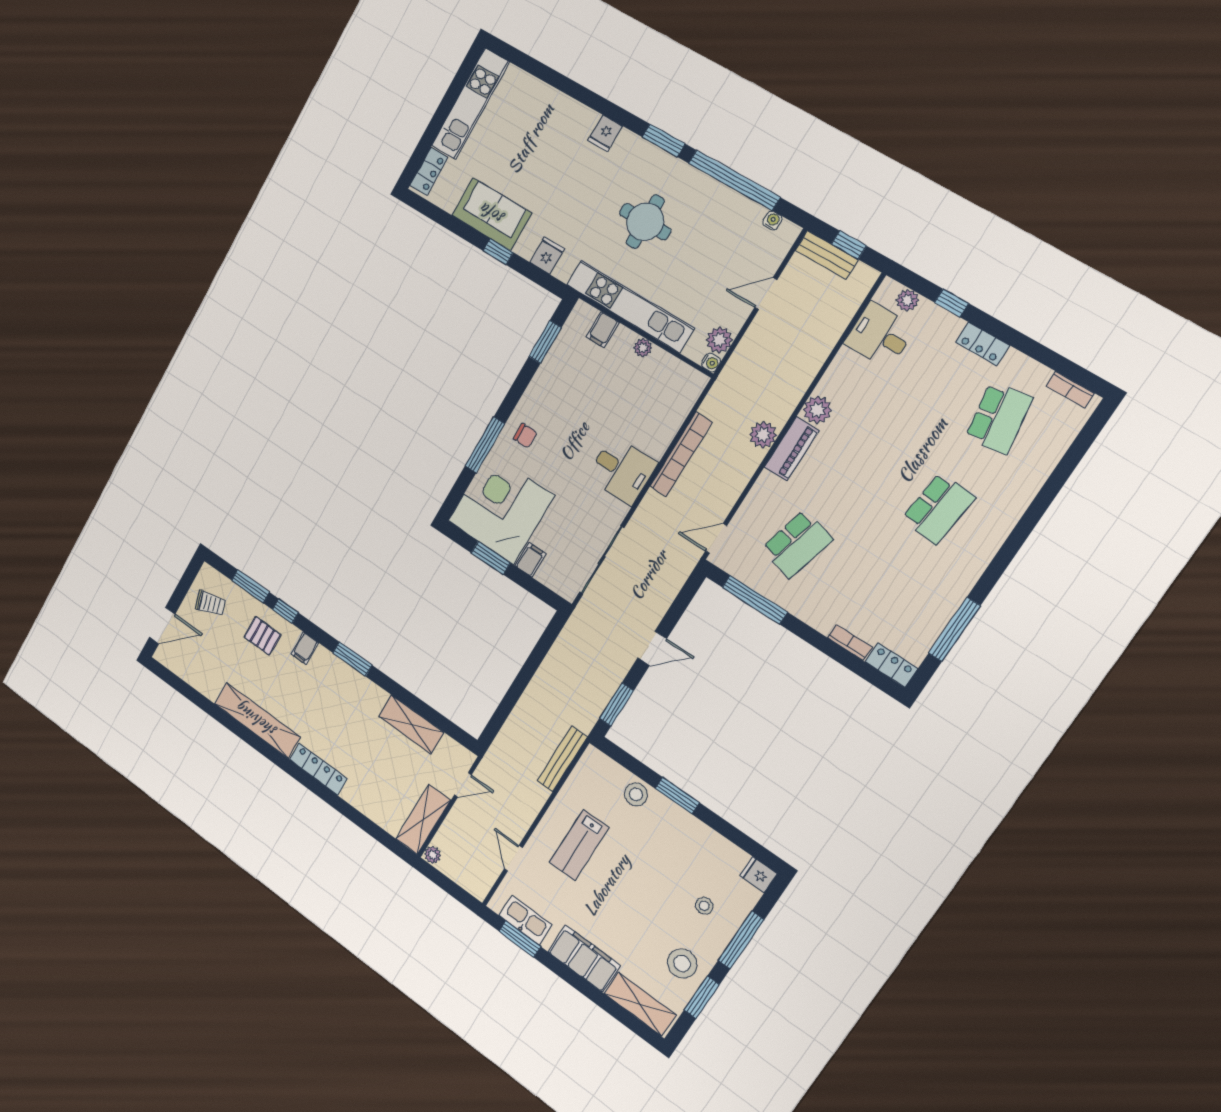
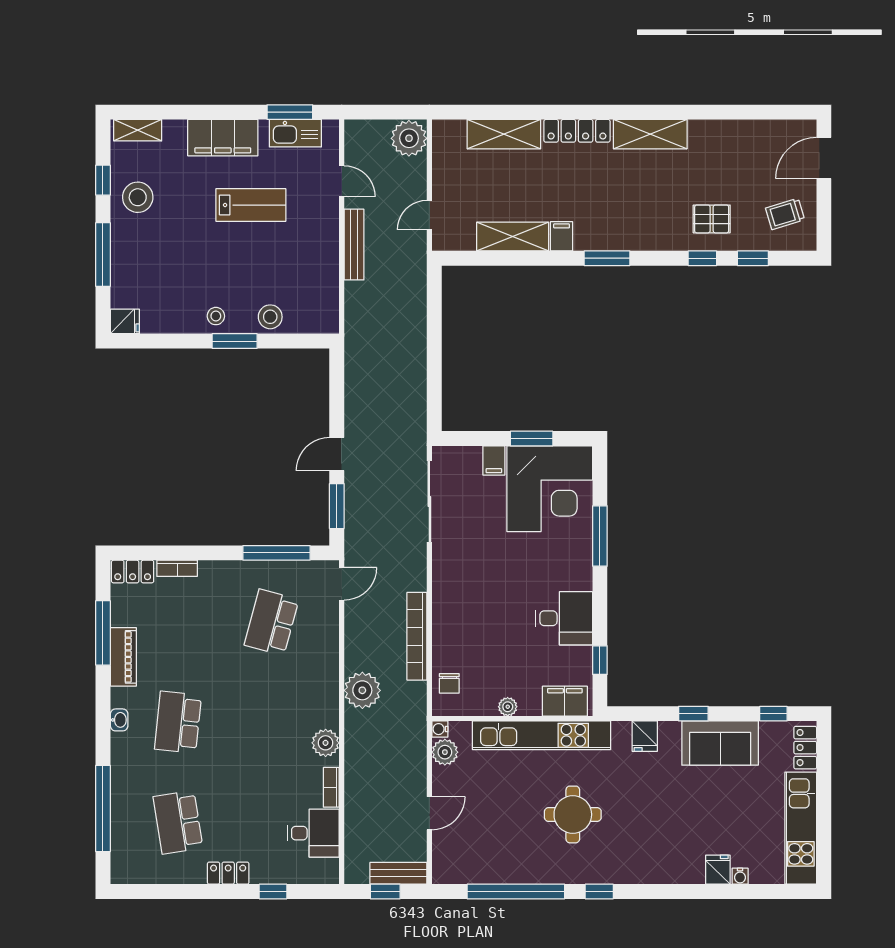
fridge: (605, 133) -> (718, 870), moved
window: (664, 140) -> (599, 891), width x0.67
window: (437, 215) -> (773, 714), added
water cooler: (772, 221) -> (740, 876), moved
plant: (907, 300) -> (309, 874), removed
filing cabinet: (603, 330) -> (565, 701), width x2.00
window: (545, 342) -> (600, 660), width x0.67
bookcase: (1070, 390) -> (331, 787), moved, turned -90
plant: (763, 435) -> (362, 690), width x1.36, depth x1.36
chair: (525, 436) -> (449, 683), moved, turned -90
piano: (792, 449) -> (123, 657), moved, turned 180
desk: (622, 470) -> (564, 618), moved, turned 180
window: (1062, 473) -> (103, 808), added
washbasin: (992, 544) -> (119, 720), added
window: (250, 586) -> (753, 258), width x0.67
filing cabinet: (305, 648) -> (562, 236), moved
window: (616, 704) -> (337, 506), moved
shelving: (257, 720) -> (650, 134), width x0.68
bench: (562, 759) -> (354, 245), moved
shelving: (423, 820) -> (504, 134), moved, turned 90
lab bench: (579, 845) -> (251, 205), moved, turned 90
plant: (433, 855) -> (409, 138), width x1.88, depth x1.88
stool: (704, 906) -> (216, 316), moved
window: (702, 997) -> (103, 180), width x0.67
shelving: (640, 1004) -> (138, 130), width x0.67, depth x0.75

